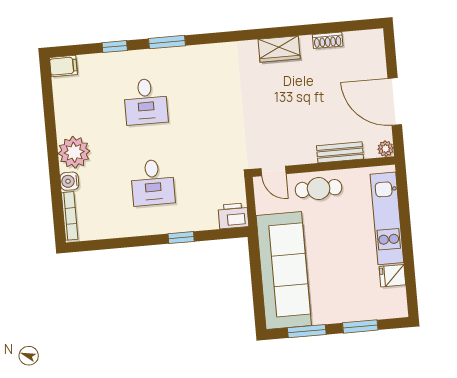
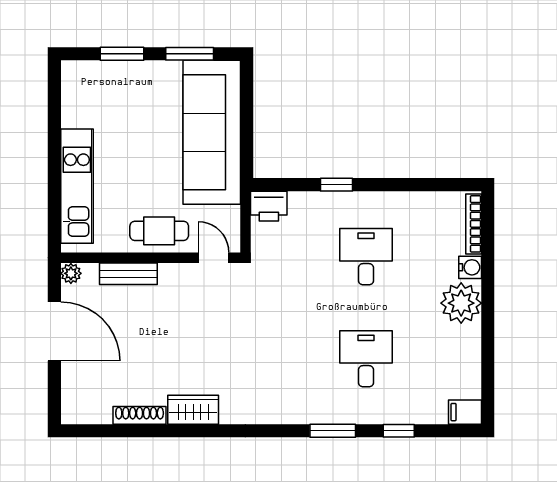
shoe rack: (328, 40) -> (140, 415), width x1.43
fridge: (392, 276) -> (76, 114), removed

